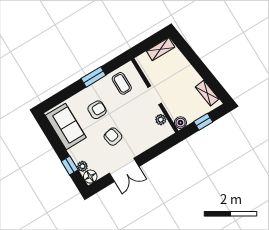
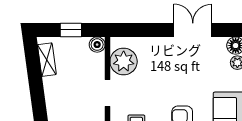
plant: (161, 120) -> (124, 62), width x1.88, depth x1.88
armchair: (113, 137) -> (183, 75), removed

